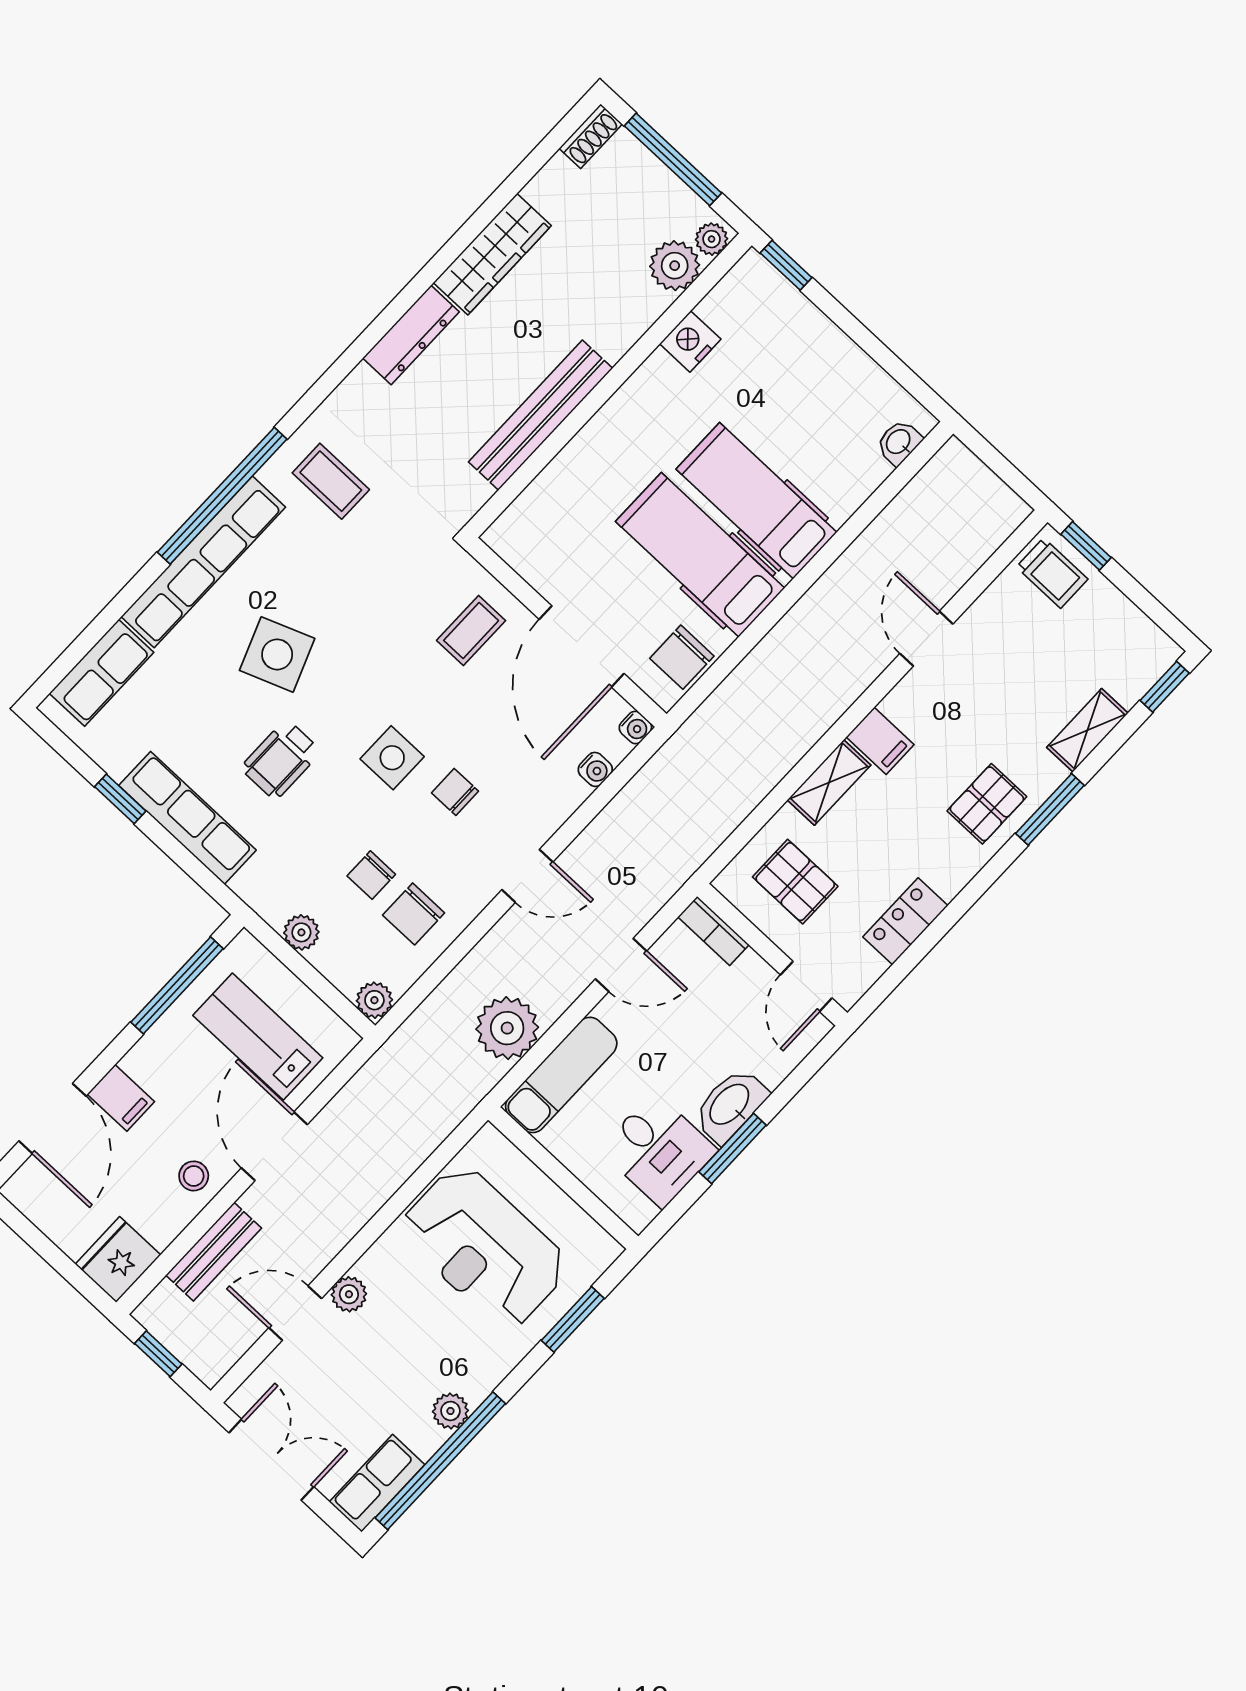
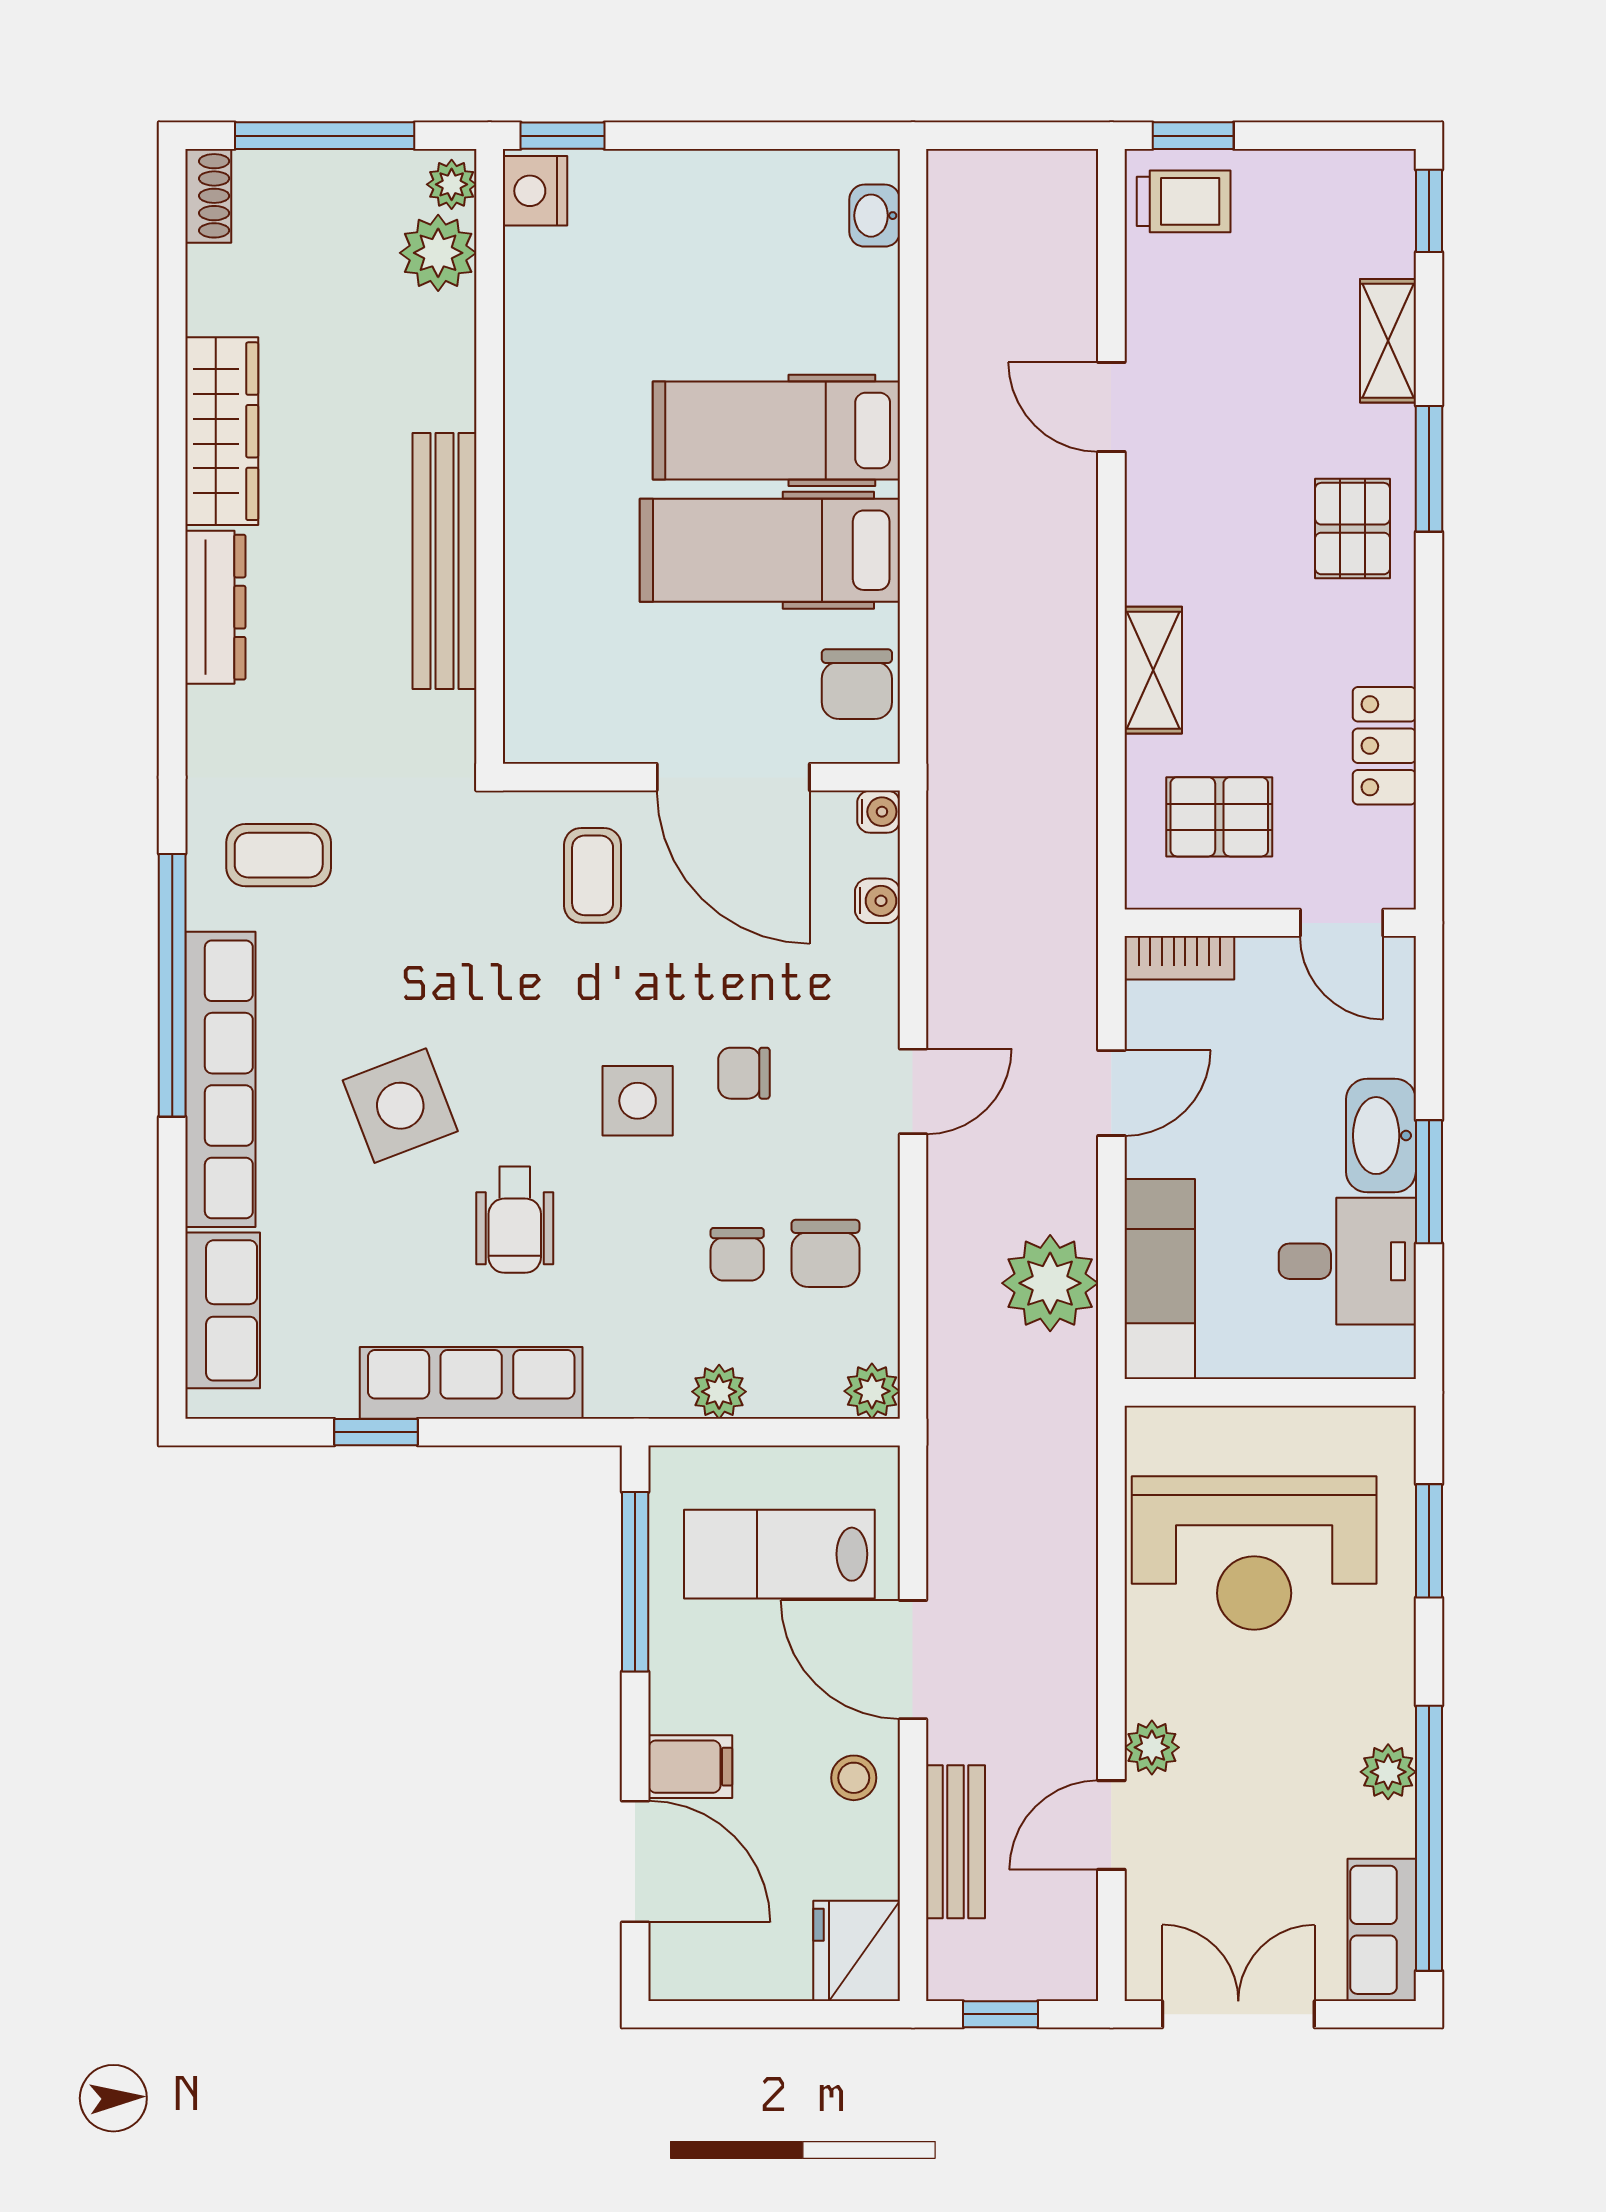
nightstand: (690, 341) -> (535, 191), moved
filing cabinet: (880, 741) -> (1167, 570), removed

